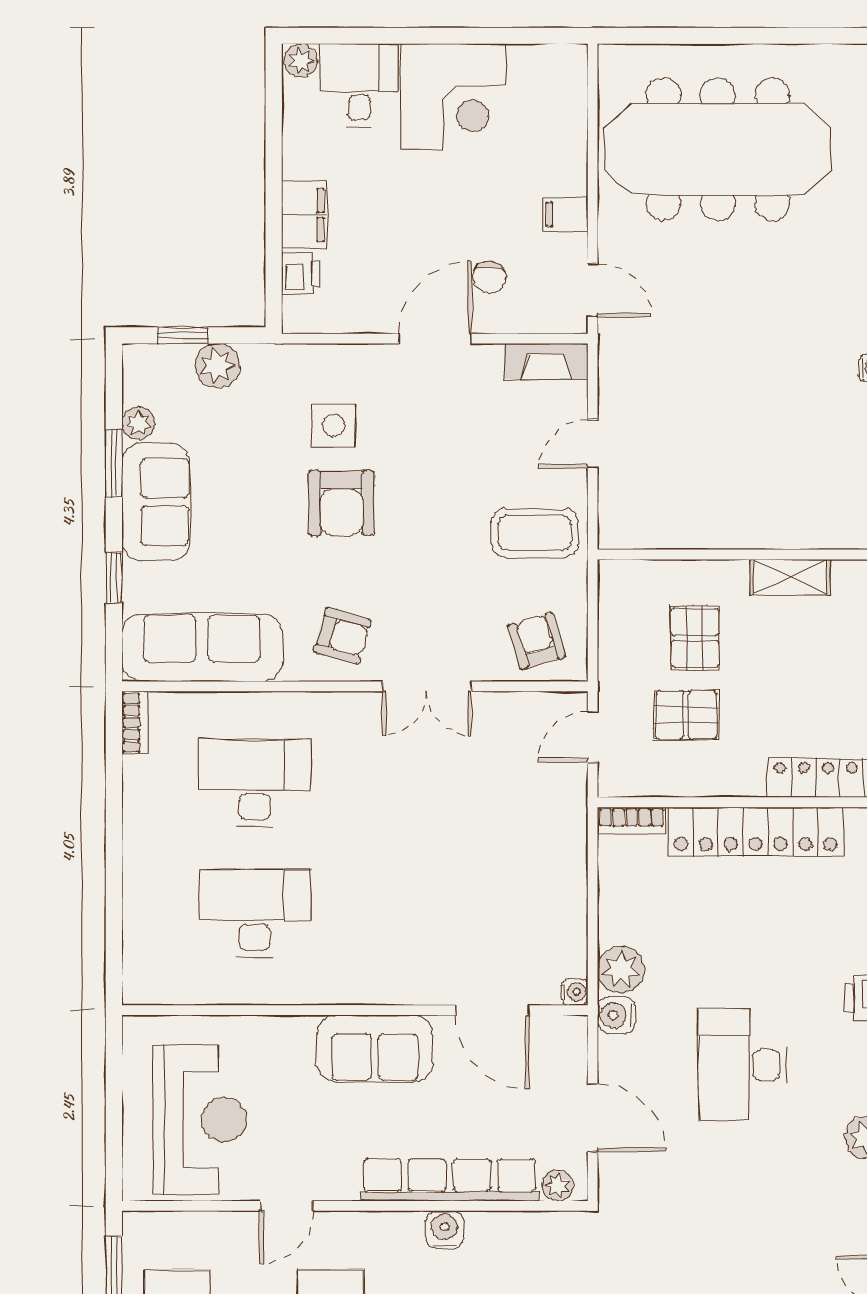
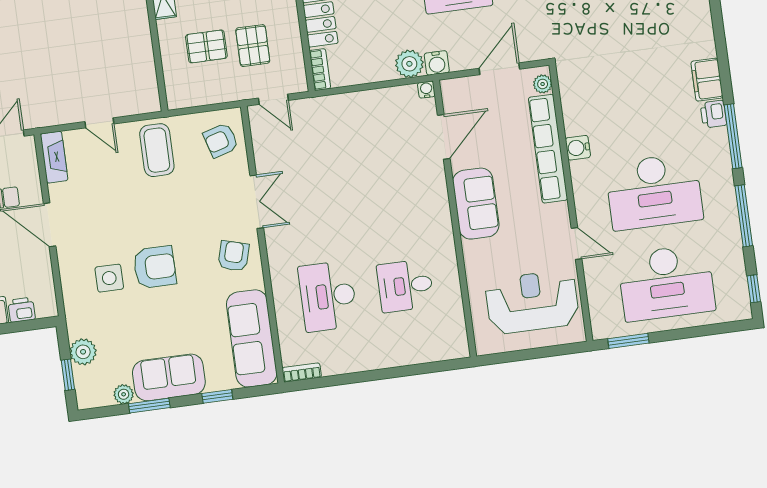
desk: (255, 913) -> (405, 286), width x0.73

